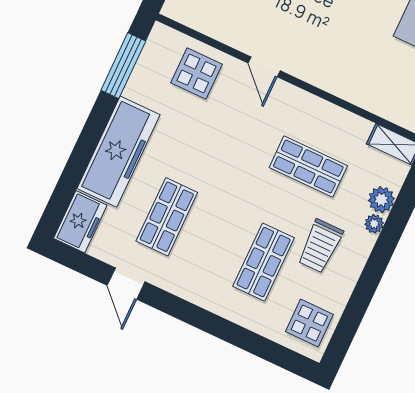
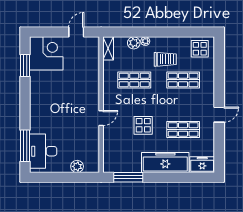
display table: (196, 73) -> (143, 125), moved
shop shelf: (308, 167) -> (134, 80), turned 90
door: (126, 284) -> (219, 115), moved

